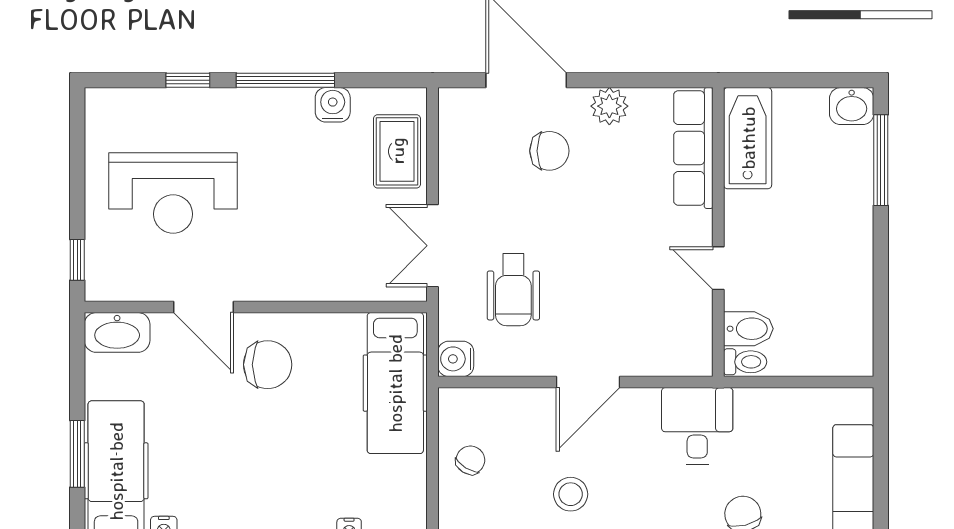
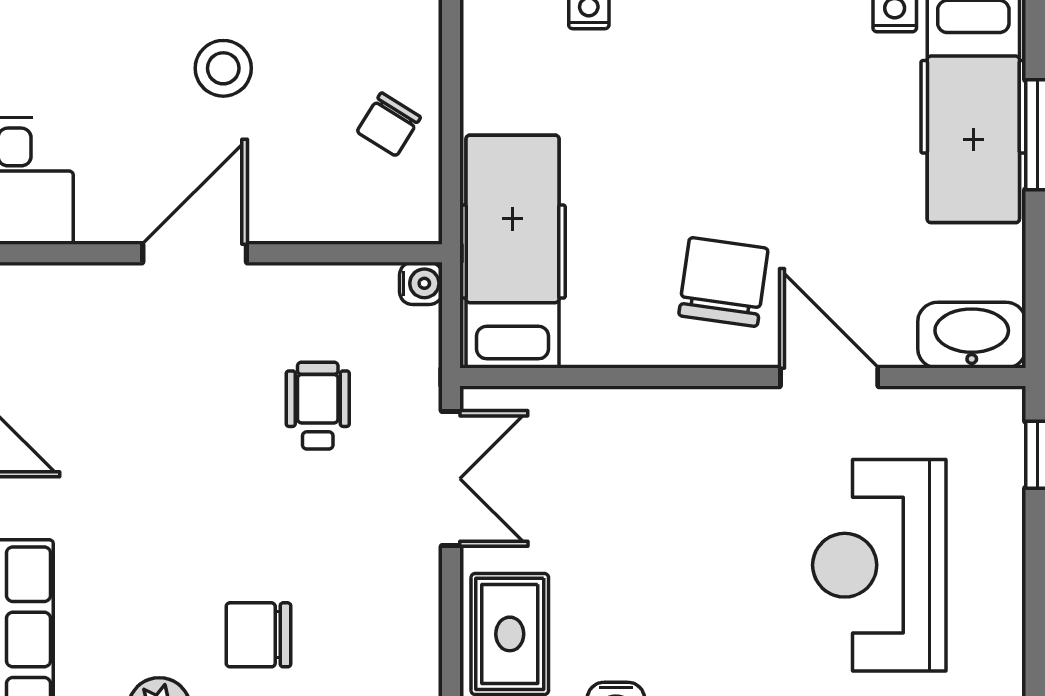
reception desk: (173, 193) -> (879, 565), turned -90
wheelchair: (513, 290) -> (318, 406), width x0.73, depth x0.73
water cooler: (456, 359) -> (421, 283), width x0.72, depth x0.72
chair: (268, 365) -> (723, 282), turned 98

